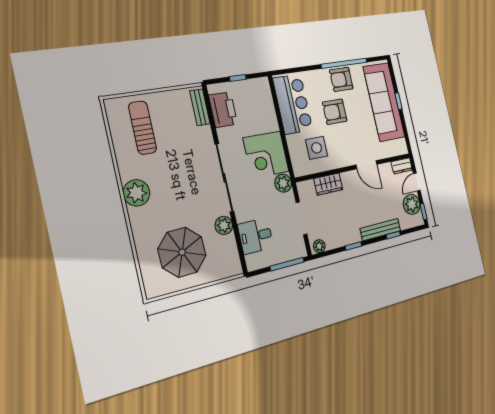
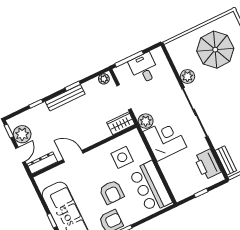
armchair: (335, 112) -> (112, 192), turned 90
dresser: (402, 166) -> (42, 163), width x1.44
wardrobe: (328, 184) -> (121, 123), moved
bench: (380, 230) -> (65, 98), moved
desk: (256, 236) -> (144, 68), moved, turned -90

